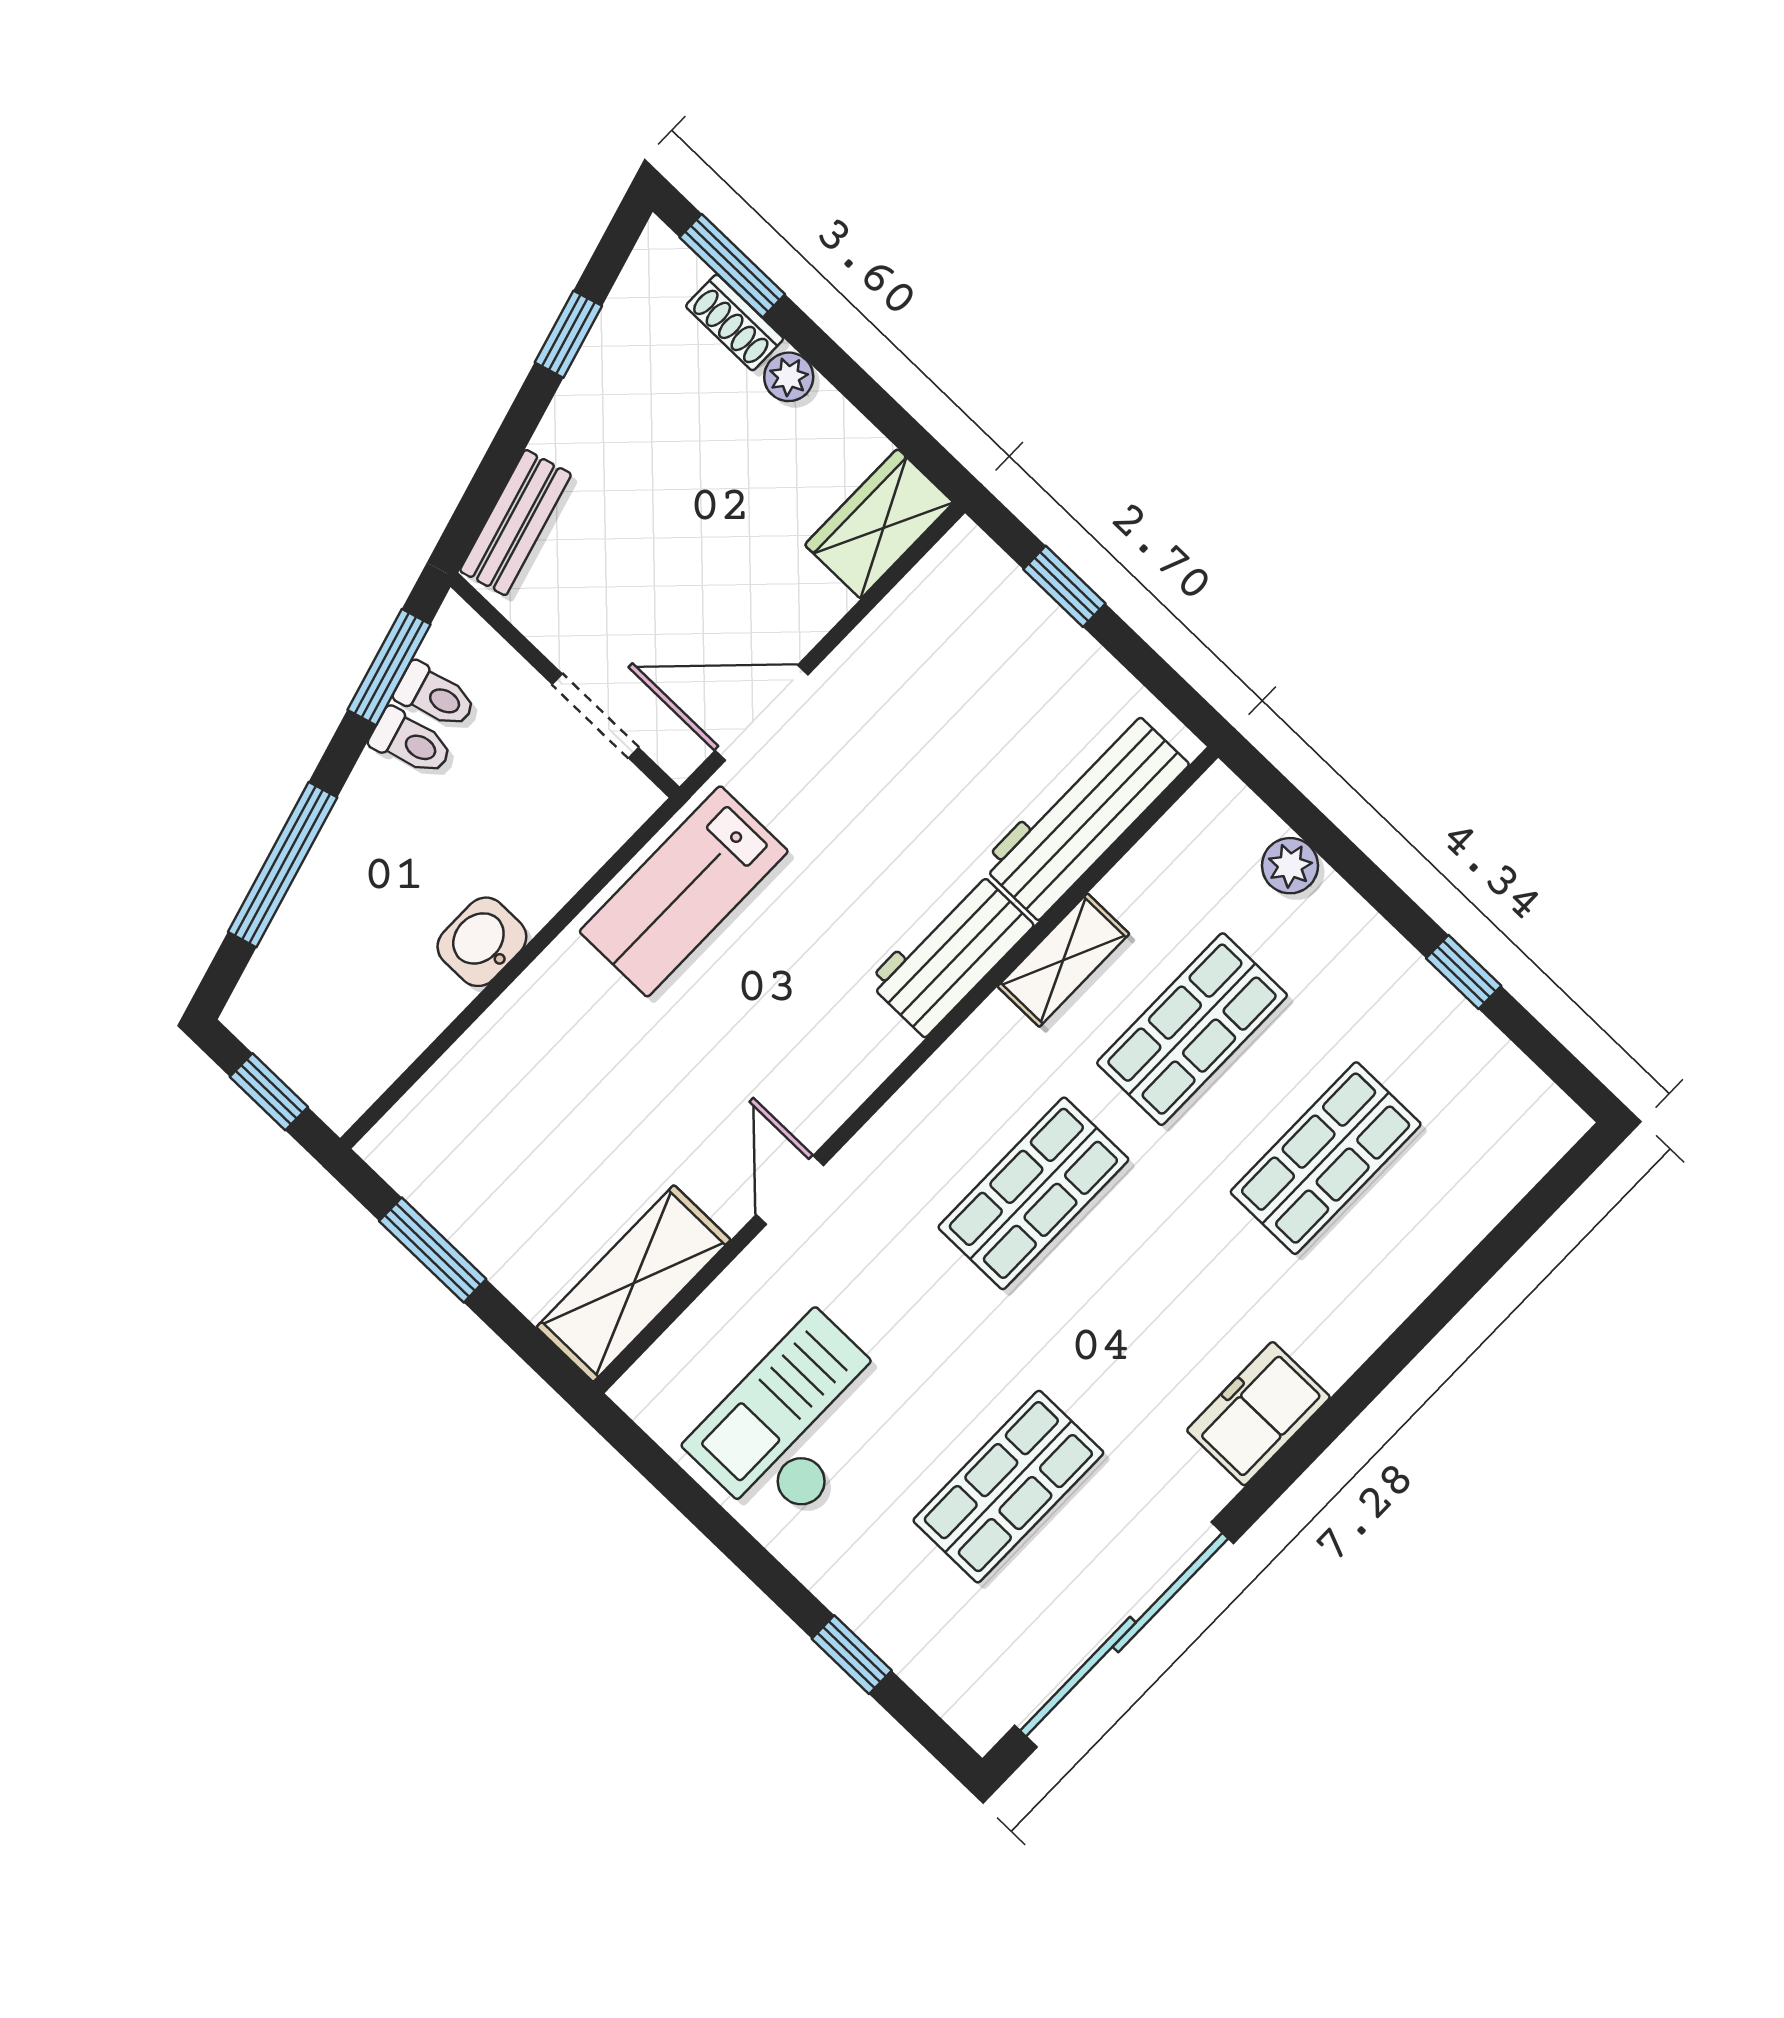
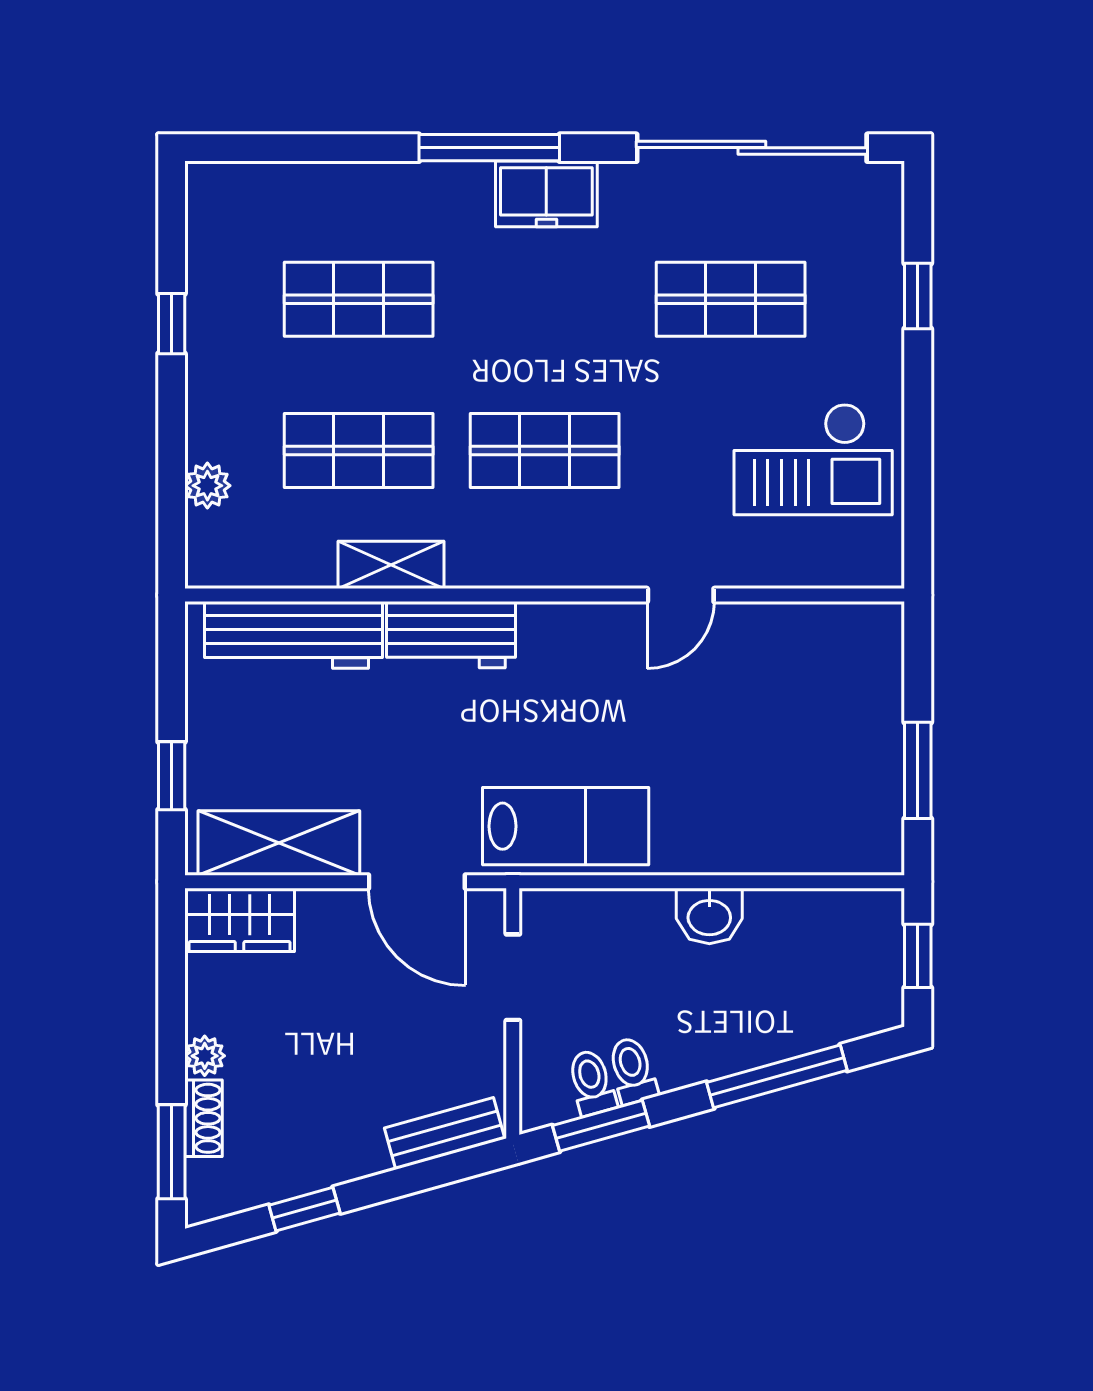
shelving: (634, 1283) -> (279, 843), moved
window: (1348, 1403) -> (489, 148), added

